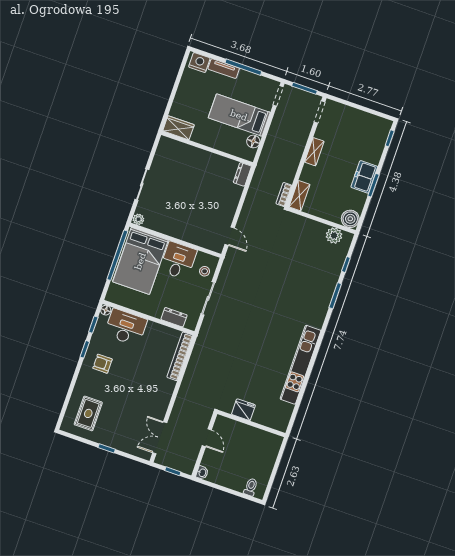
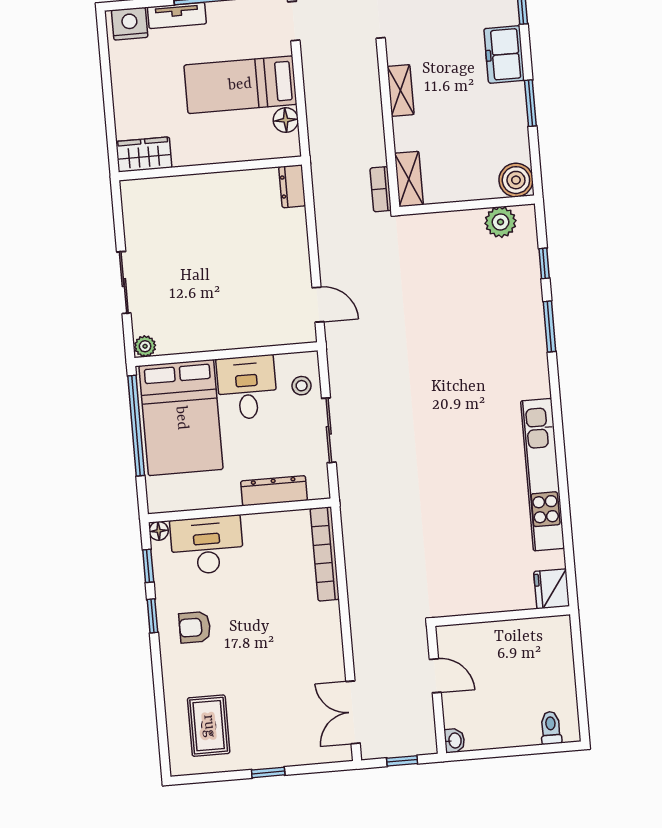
freezer: (364, 177) -> (504, 54), moved
dresser: (174, 317) -> (274, 491), width x1.44
fridge: (243, 410) -> (552, 589), moved, turned -90

